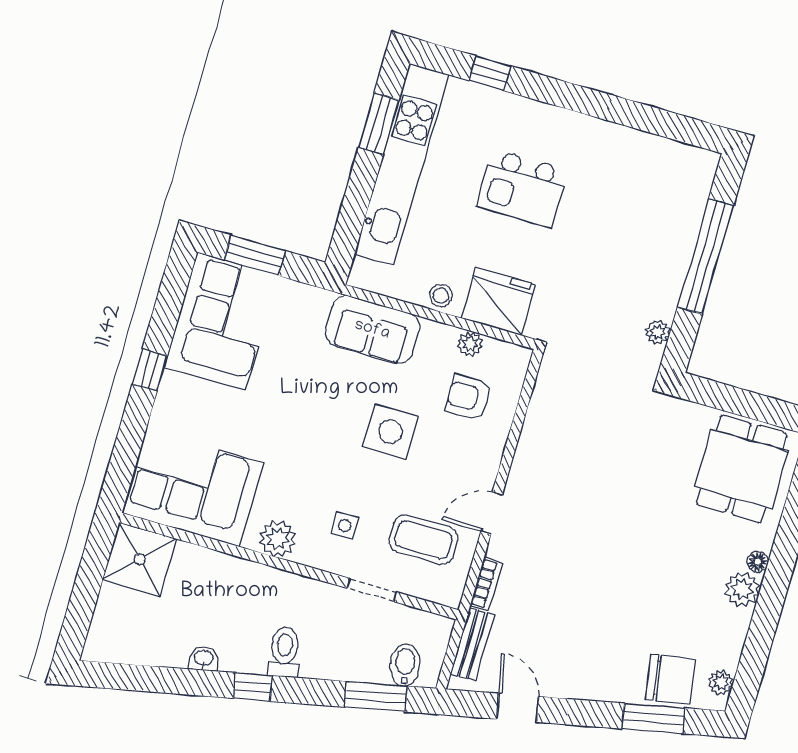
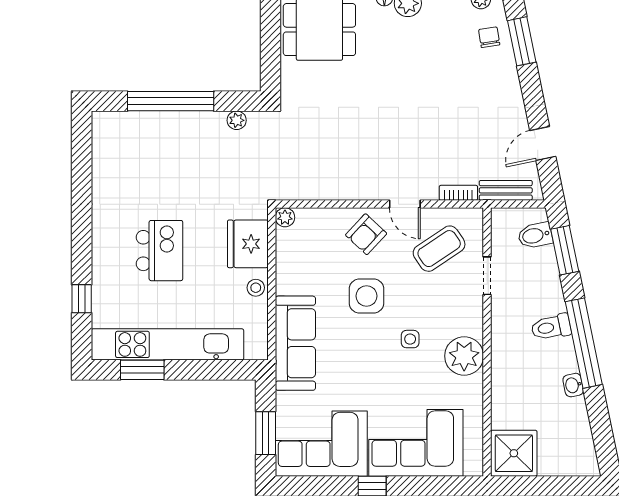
sofa: (372, 330) -> (295, 343), width x1.36
plant: (470, 344) -> (285, 217), moved
armchair: (468, 397) -> (366, 234), moved, turned 44
corner sofa: (193, 488) -> (416, 443), moved, turned 90
side table: (345, 526) -> (410, 339), moved
plant: (278, 539) -> (464, 356), width x1.36, depth x1.36
coffee table: (423, 540) -> (439, 249), turned 56
chair: (670, 679) -> (489, 37), width x0.54, depth x0.54
window: (253, 687) -> (584, 343), width x3.17

